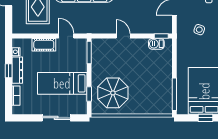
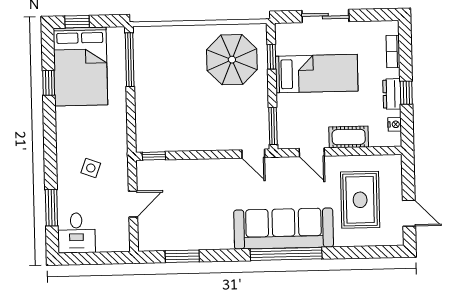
door: (123, 36) -> (253, 154), moved
barbecue: (156, 44) -> (162, 143), removed
dresser: (17, 70) -> (392, 94), width x0.70

